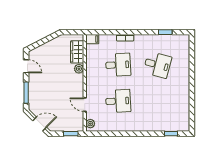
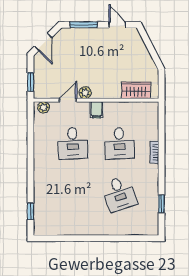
filing cabinet: (92, 39) -> (97, 110), moved
desk: (157, 65) -> (119, 194), turned -33
door: (26, 66) -> (117, 25), swing flipped
plant: (79, 69) -> (85, 93), moved

